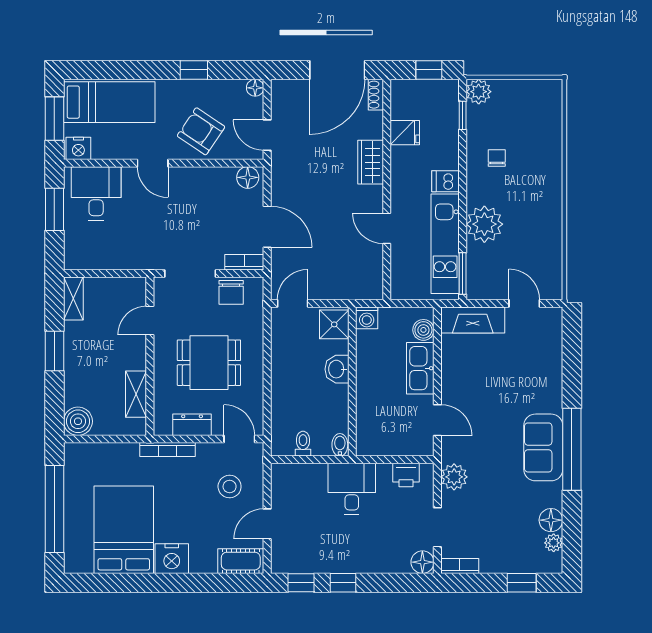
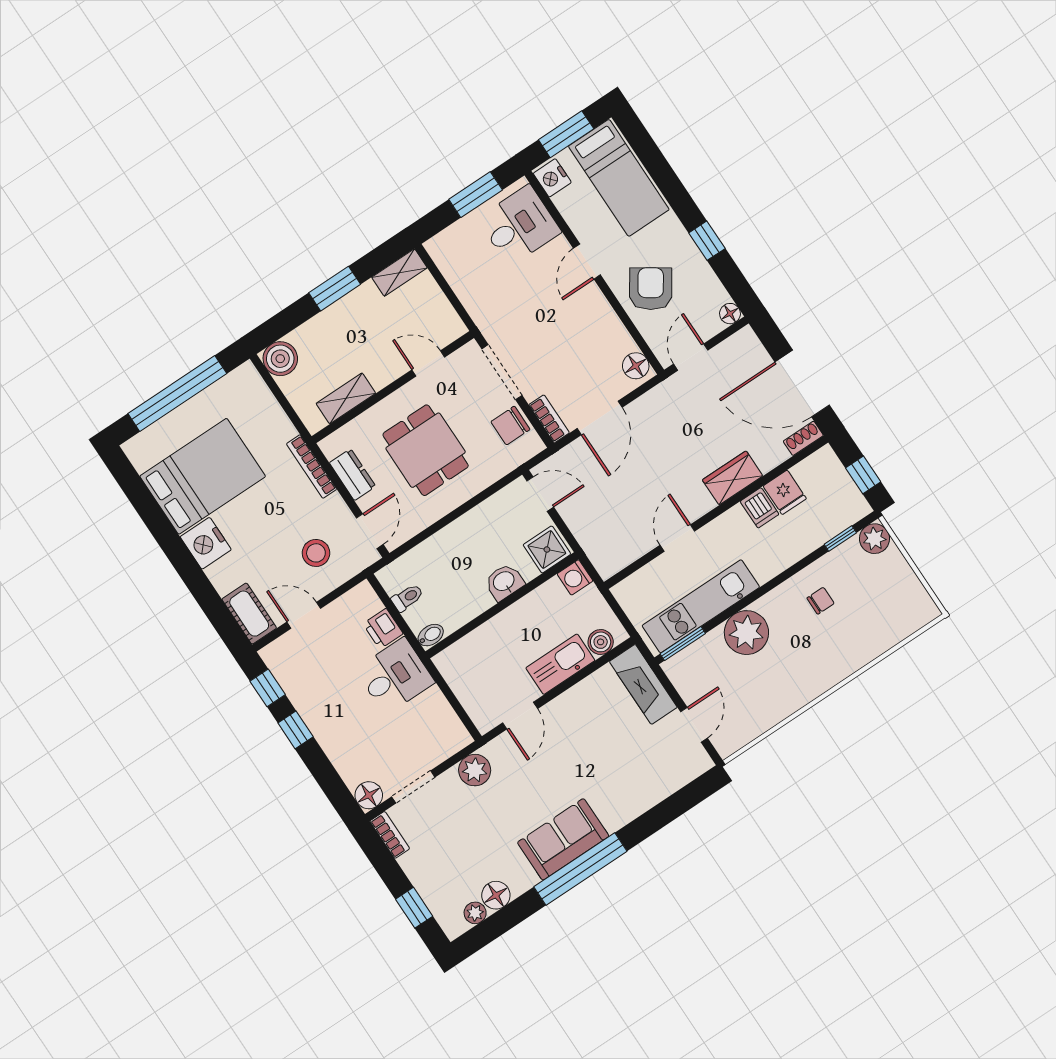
dishwasher: (445, 181) -> (760, 508), moved, turned 180
printer: (406, 475) -> (383, 629), moved

